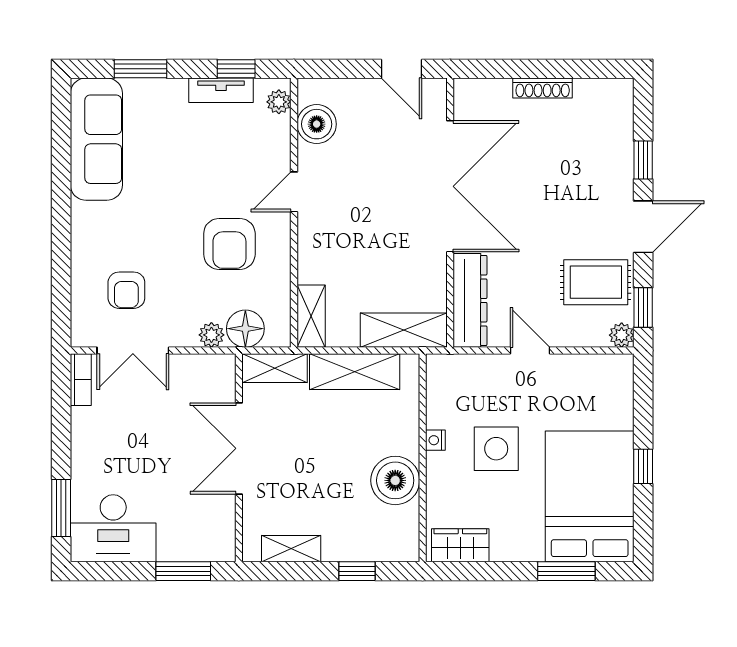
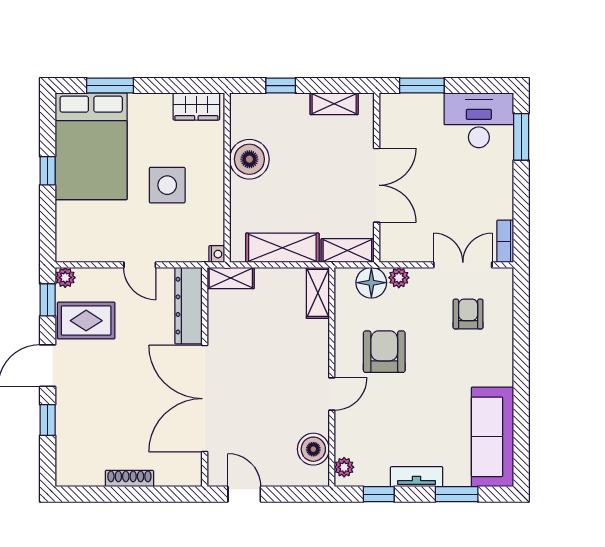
tv unit: (221, 90) -> (417, 477), moved
shelving: (404, 330) -> (231, 278), width x0.67, depth x0.75
nightstand: (435, 440) -> (217, 254), moved

